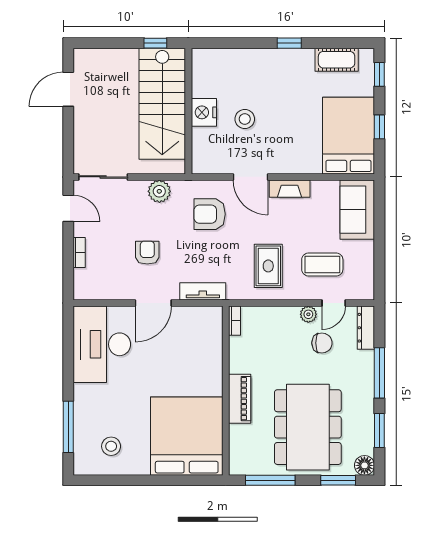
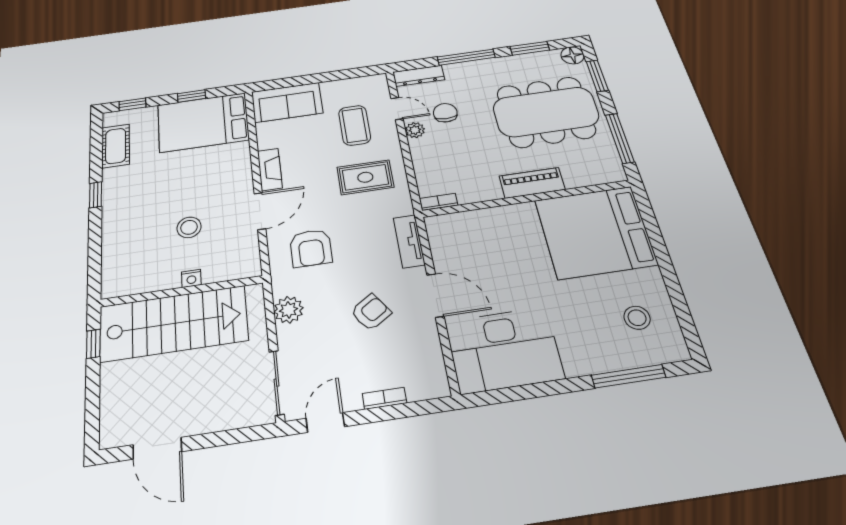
nightstand: (204, 112) -> (191, 278), width x0.53, depth x0.56
armchair: (147, 253) -> (371, 312), turned 146

